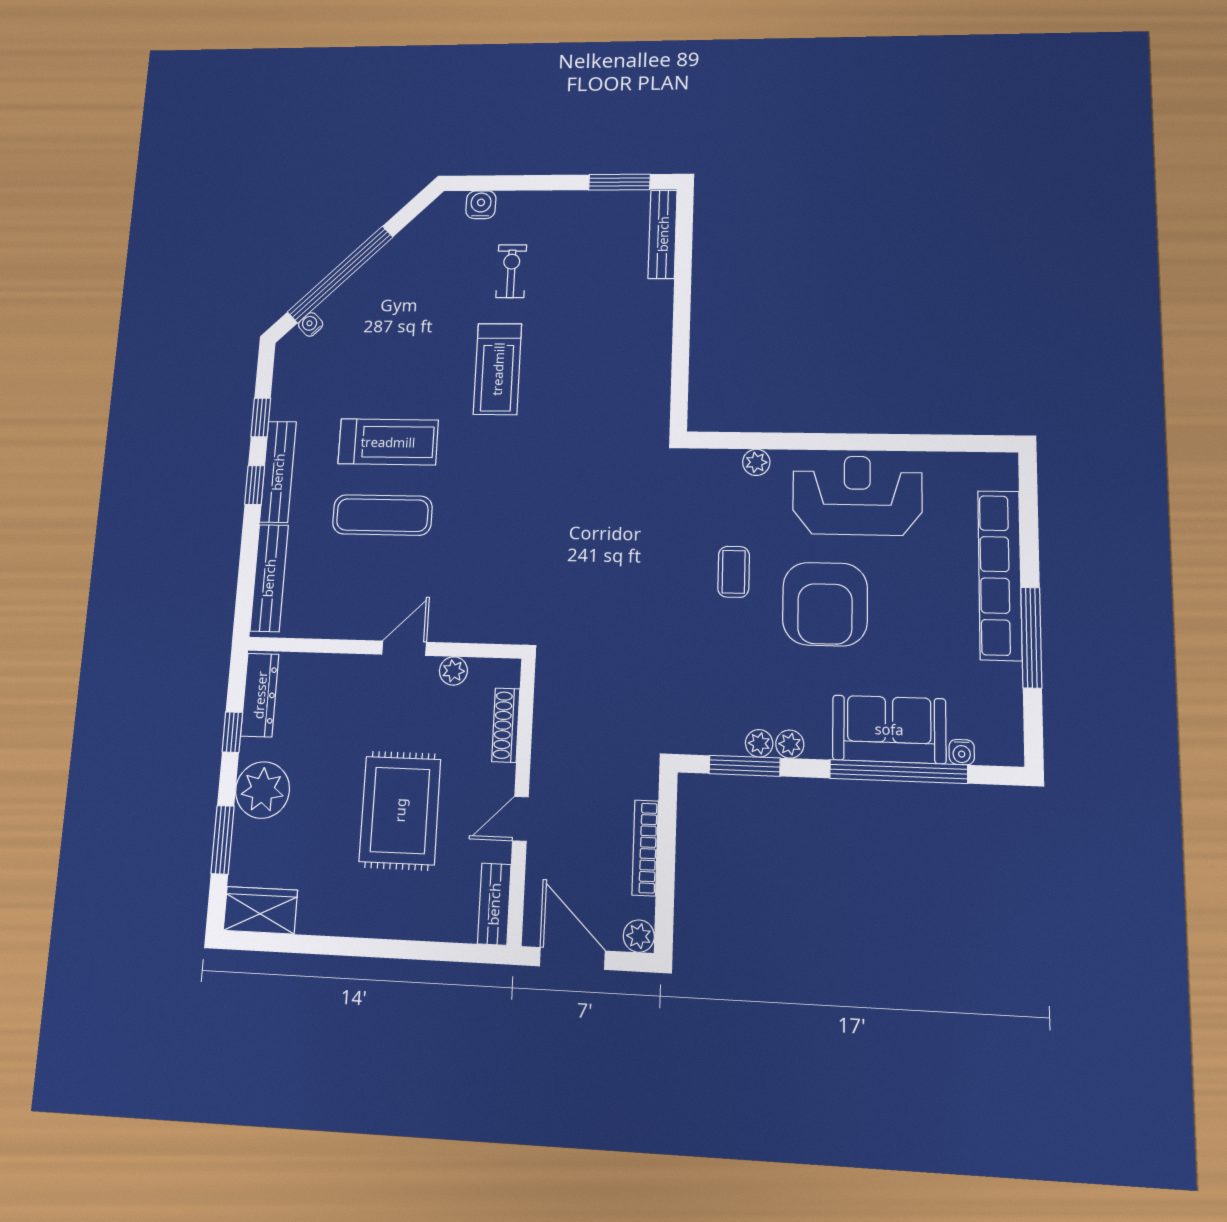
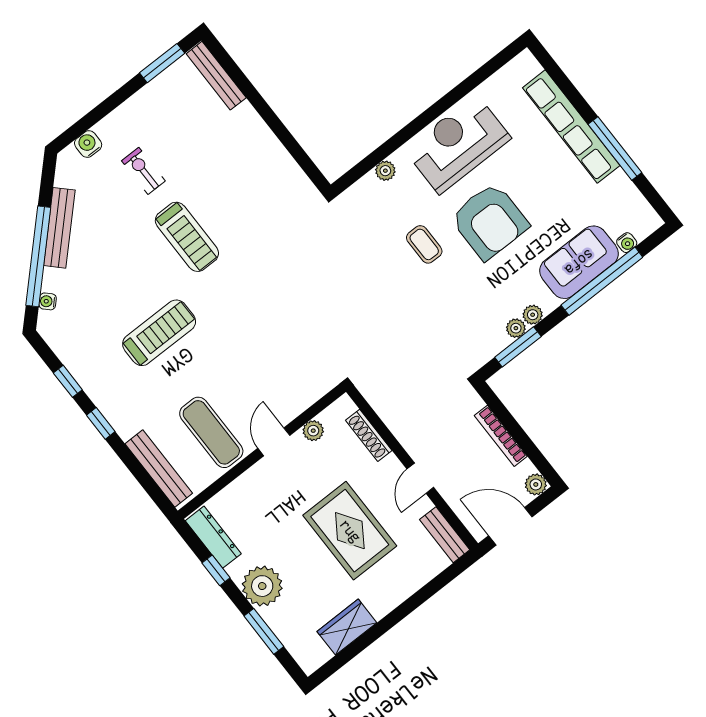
bench: (278, 472) -> (59, 228), moved, turned 45
exercise mat: (382, 515) -> (211, 432), moved, turned 90
wardrobe: (260, 910) -> (347, 627), moved

